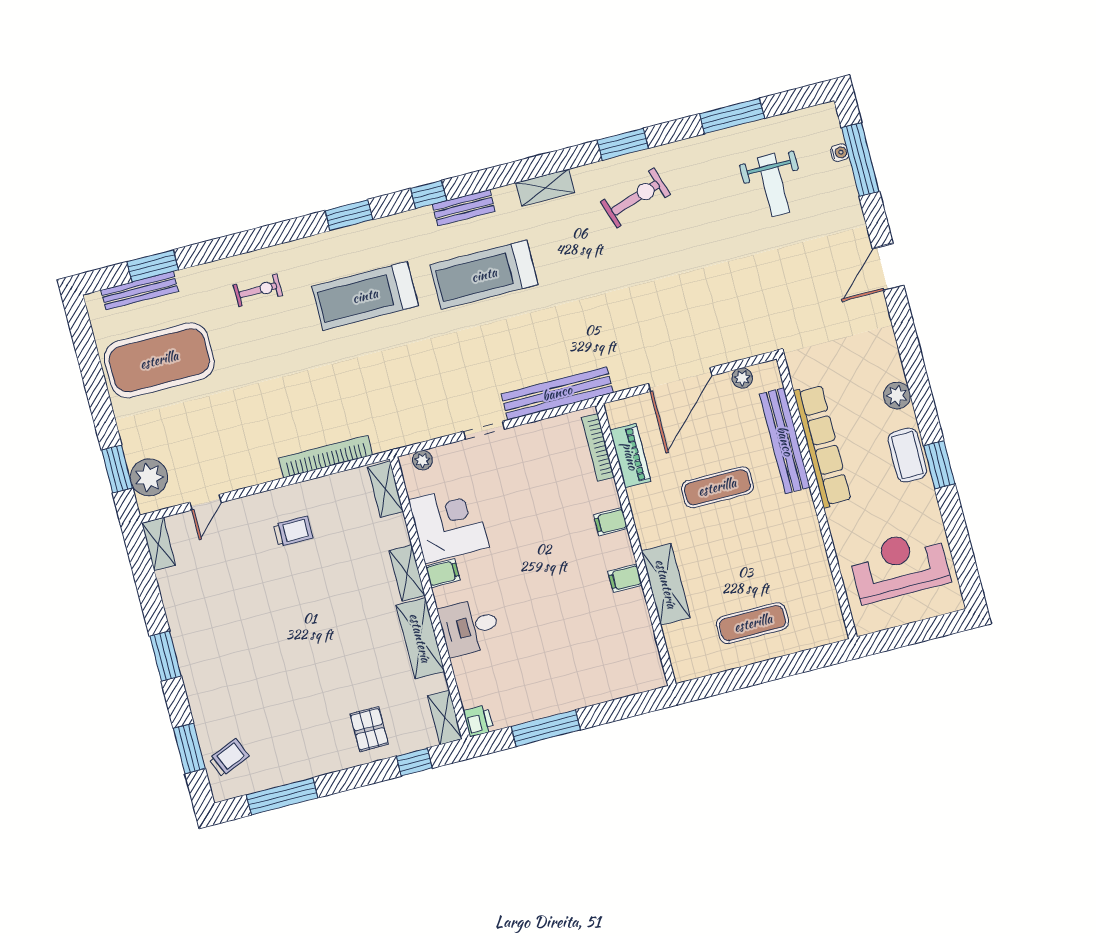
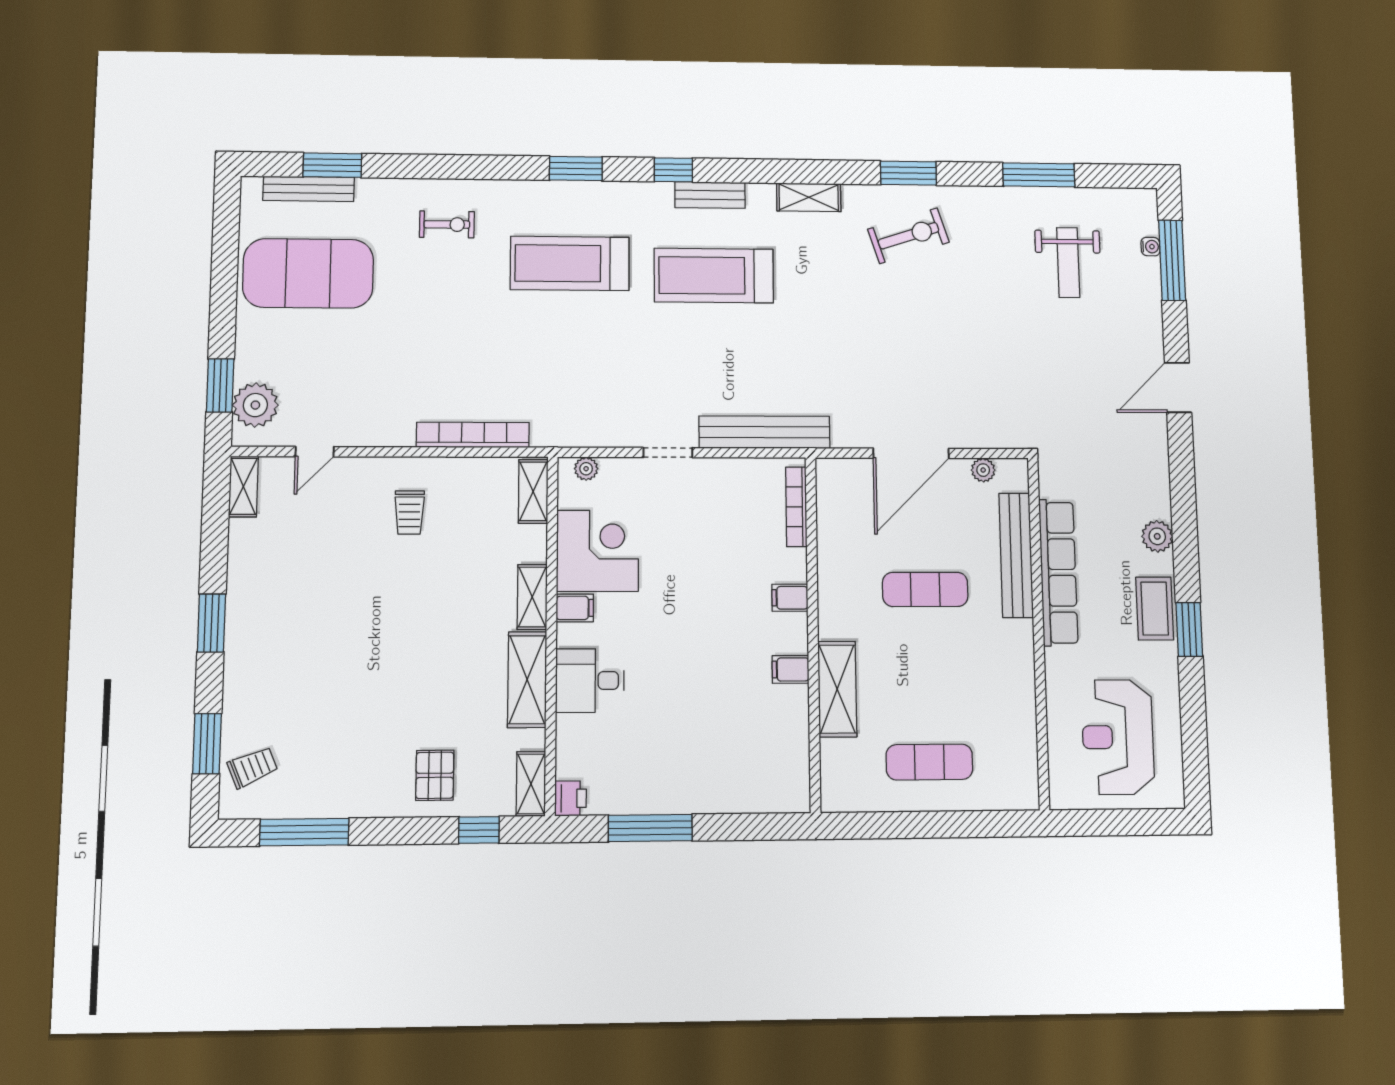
piano: (630, 456) -> (832, 526), removed
trolley: (293, 531) -> (409, 513), turned 90
reception desk: (899, 566) -> (1118, 737), turned -90

